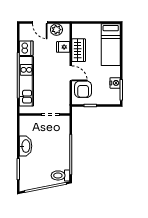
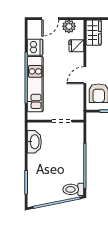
door: (40, 23) -> (50, 19), hinge flipped
wardrobe: (79, 50) -> (94, 33), moved
door: (71, 73) -> (85, 75), swing flipped
washbasin: (25, 146) -> (34, 142), moved

